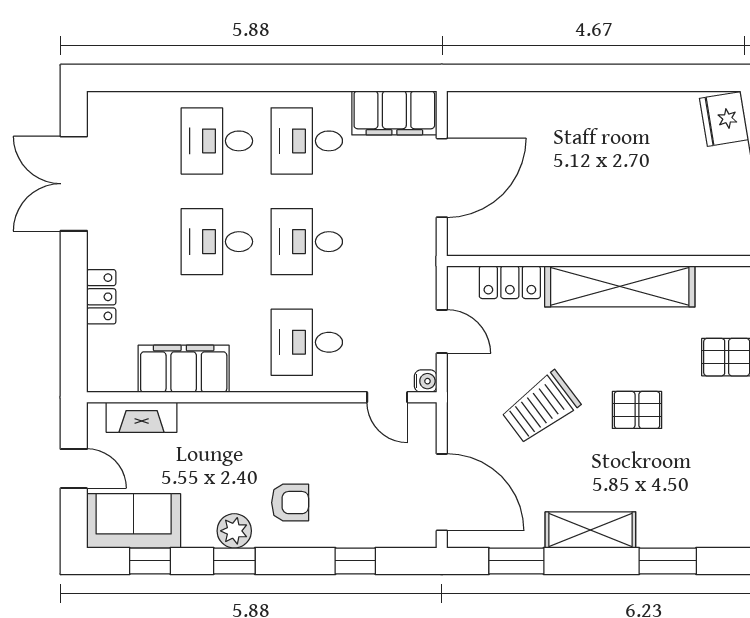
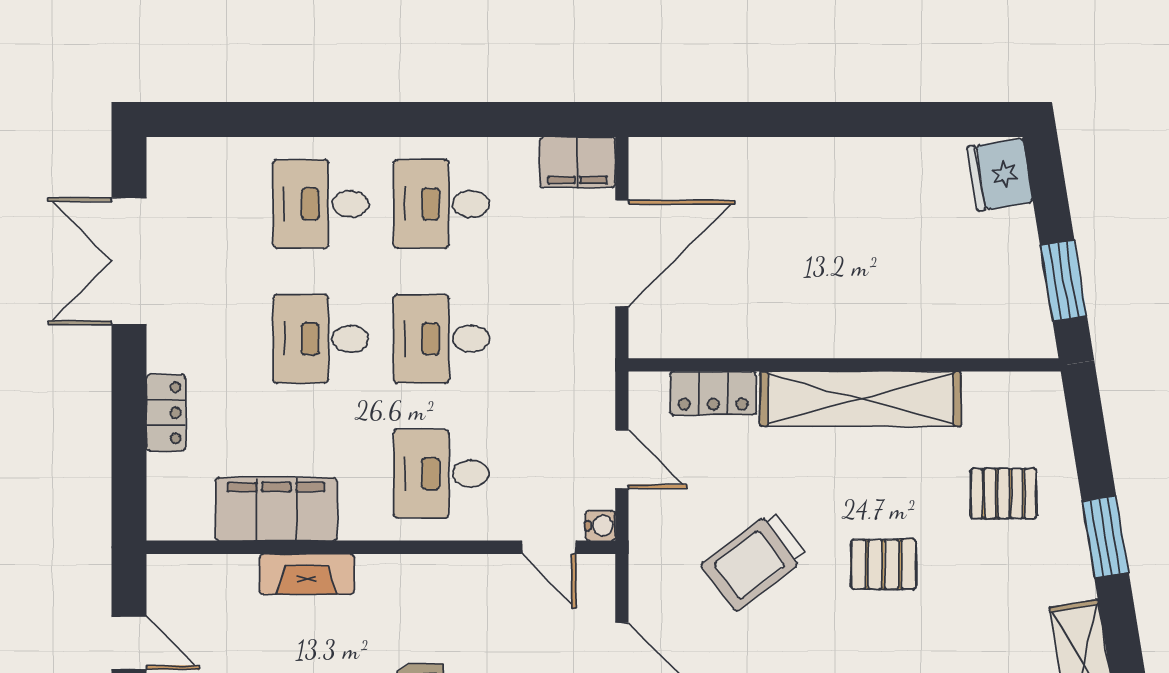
filing cabinet: (394, 113) -> (577, 162), width x0.67, depth x0.86
fireplace: (142, 417) -> (307, 574), moved

